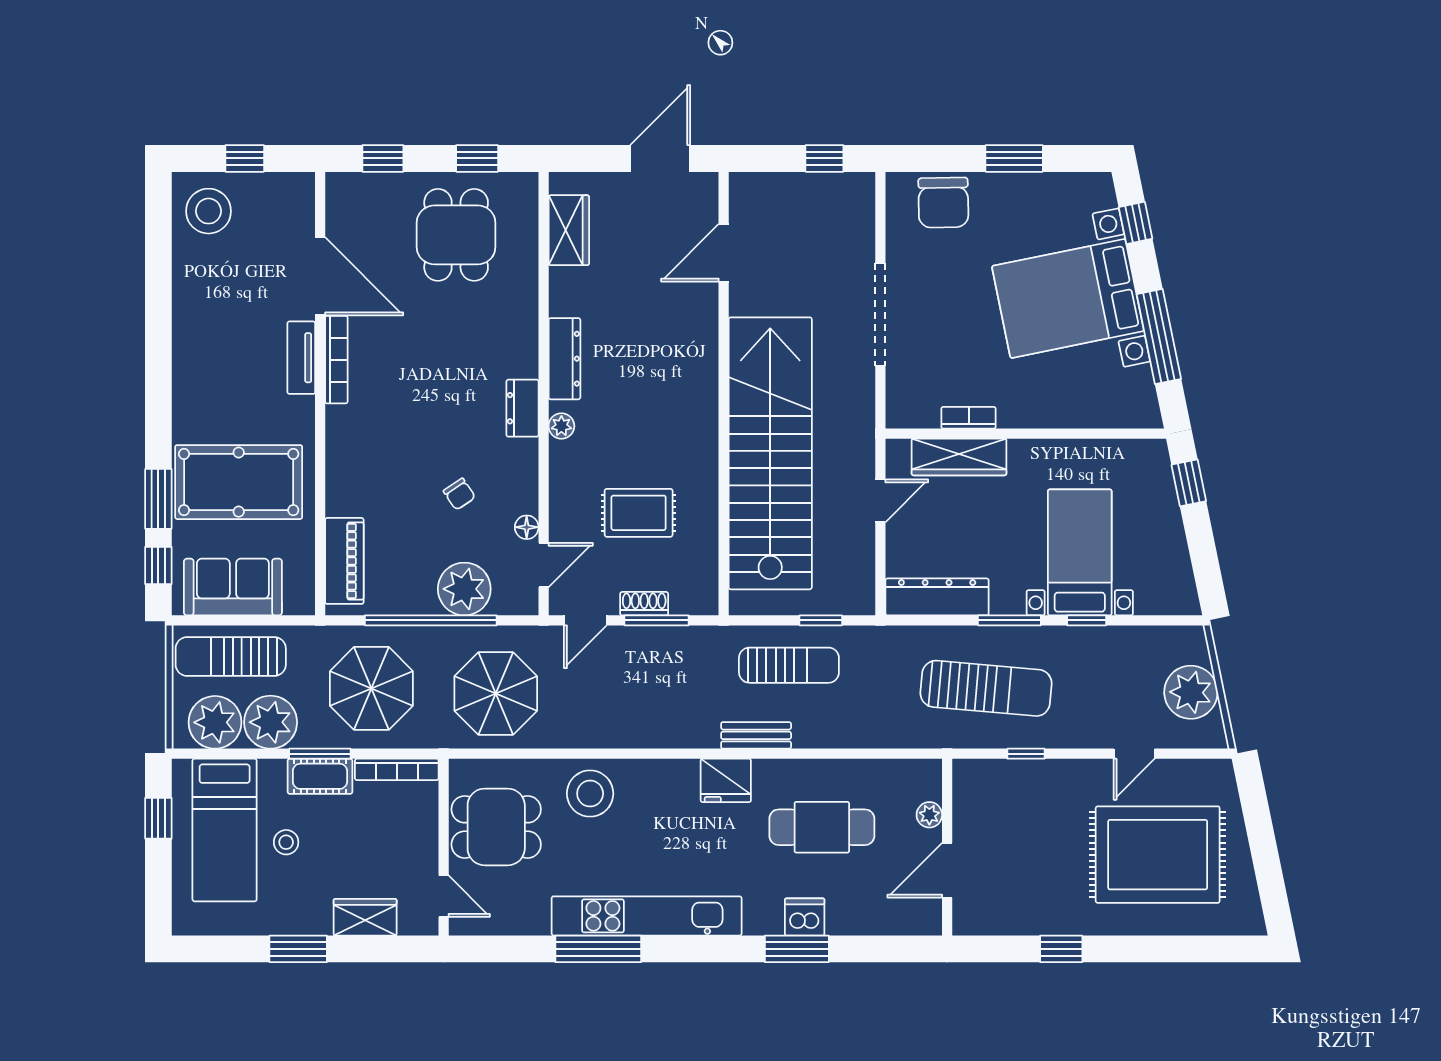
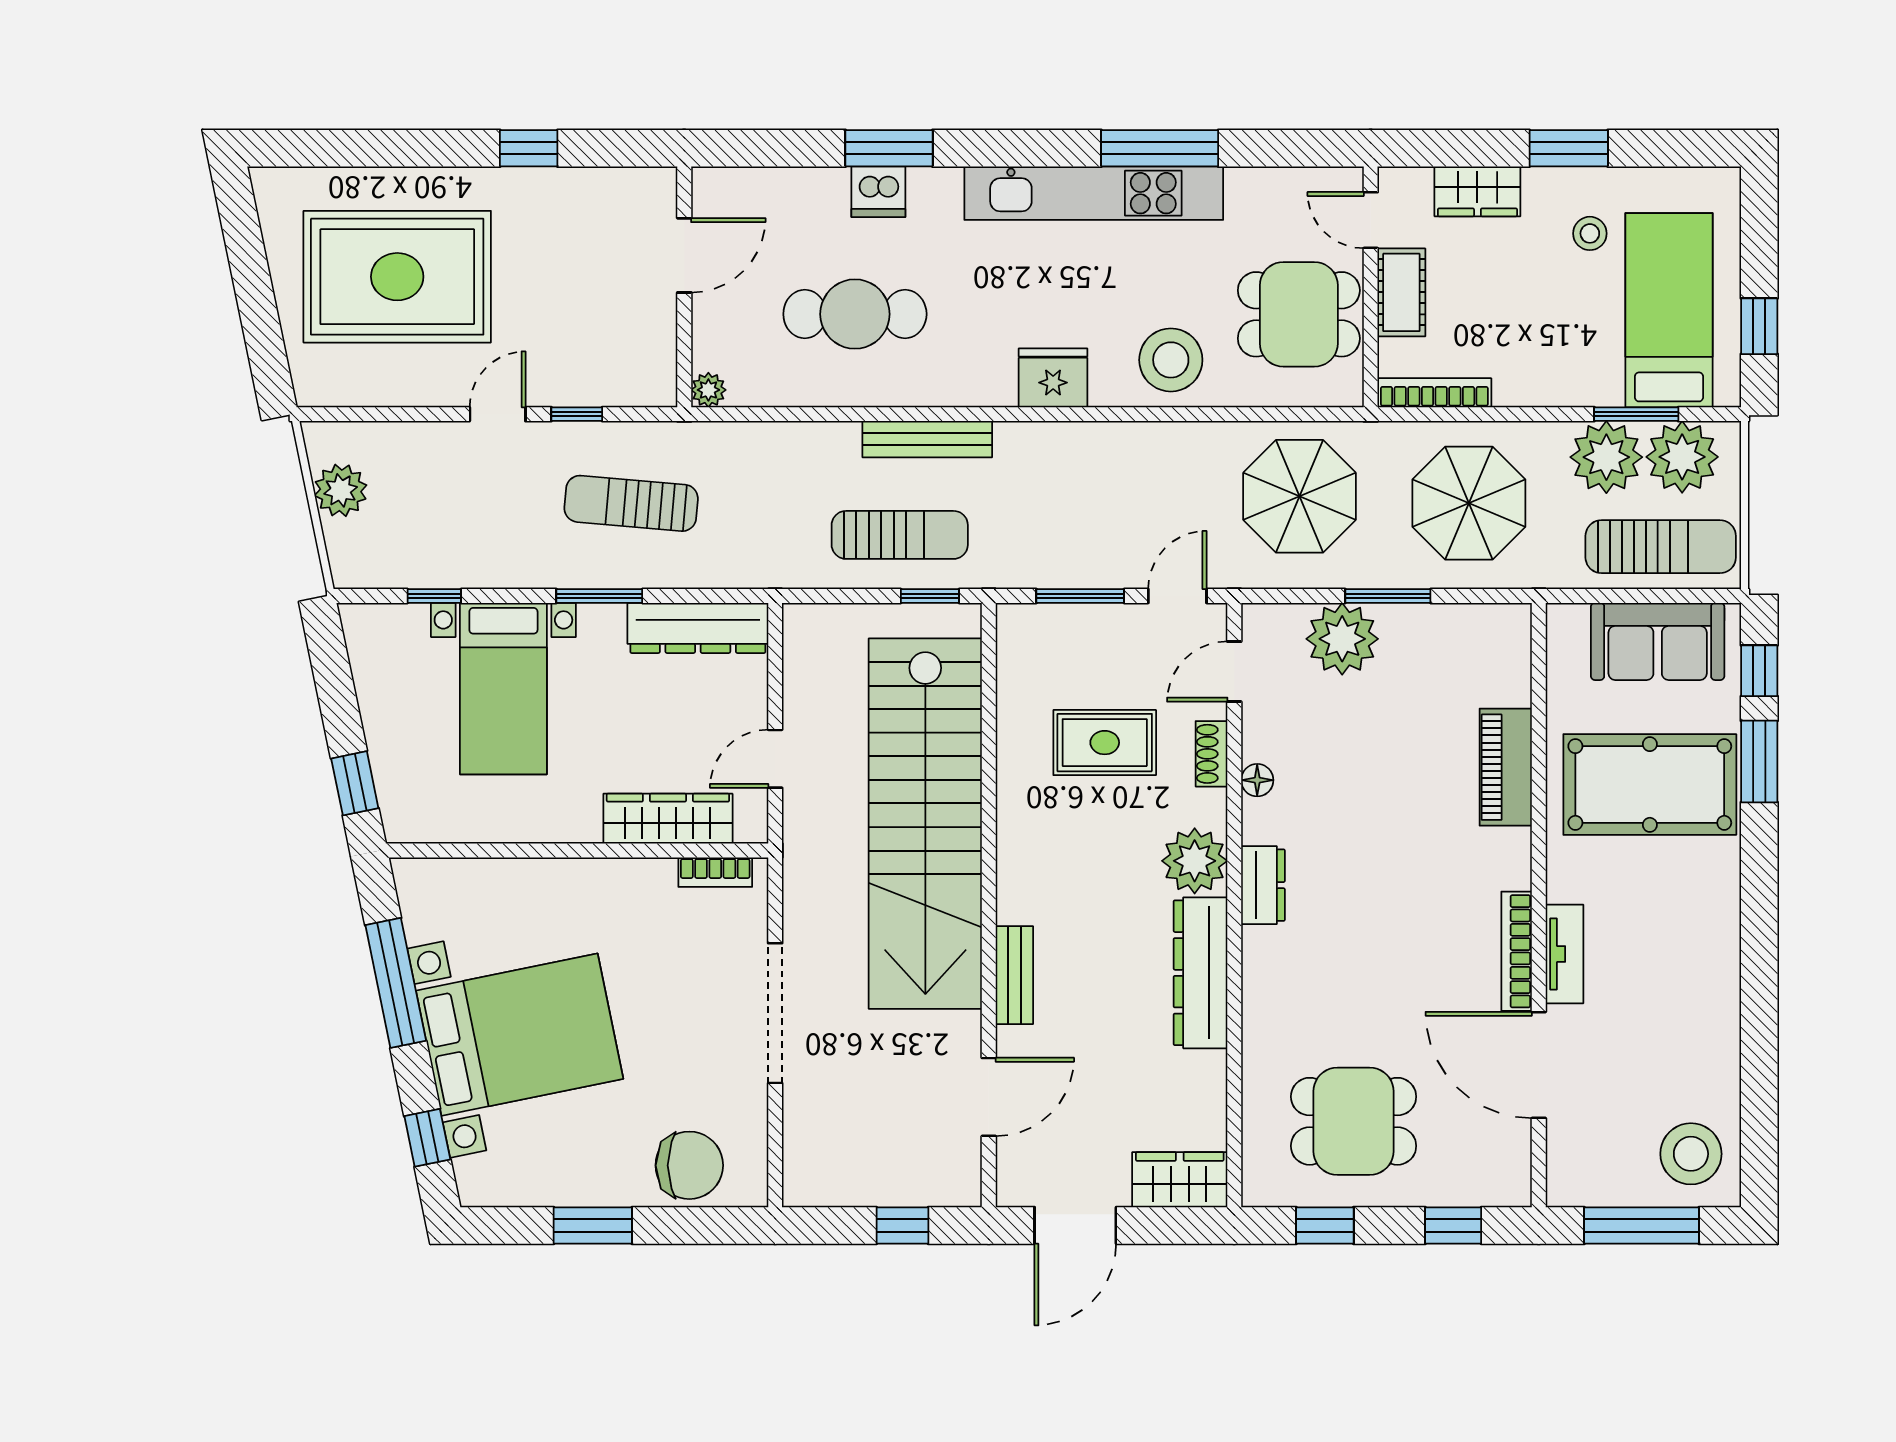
window: (245, 158) -> (1642, 1226), width x2.17
window: (824, 158) -> (902, 1226), moved
chair: (943, 203) -> (689, 1165), turned 91
wardrobe: (569, 230) -> (1180, 1180), moved, turned 90
dining table: (456, 235) -> (1354, 1121), turned 90
bench: (705, 342) -> (1014, 975), added
dresser: (564, 359) -> (1200, 973), width x1.37, depth x1.24
bookcase: (969, 418) -> (715, 872), moved
plant: (561, 426) -> (1195, 861), width x1.87, depth x1.87
chair: (459, 494) -> (1349, 768), removed
floor lamp: (527, 527) -> (1257, 780), moved
piano: (344, 561) -> (1506, 767), moved
shoe rack: (644, 604) -> (1211, 754), moved, turned 90
window: (431, 620) -> (1388, 596), width x0.47
window: (821, 620) -> (930, 596), moved
window: (1087, 620) -> (434, 596), moved
sun lounger: (789, 665) -> (900, 535), turned 180
sun lounger: (986, 688) -> (631, 503), width x0.73, depth x0.75
plant: (1191, 692) -> (341, 490), width x0.73, depth x0.73
bench: (756, 735) -> (927, 439), width x1.36
window: (320, 754) -> (1636, 414), moved
door: (1134, 754) -> (498, 414), moved
cot: (320, 776) -> (1401, 292), moved, turned 90
fridge: (726, 780) -> (1053, 378), moved
plant: (929, 815) -> (708, 390), moved
stool: (286, 842) -> (1590, 233), moved

